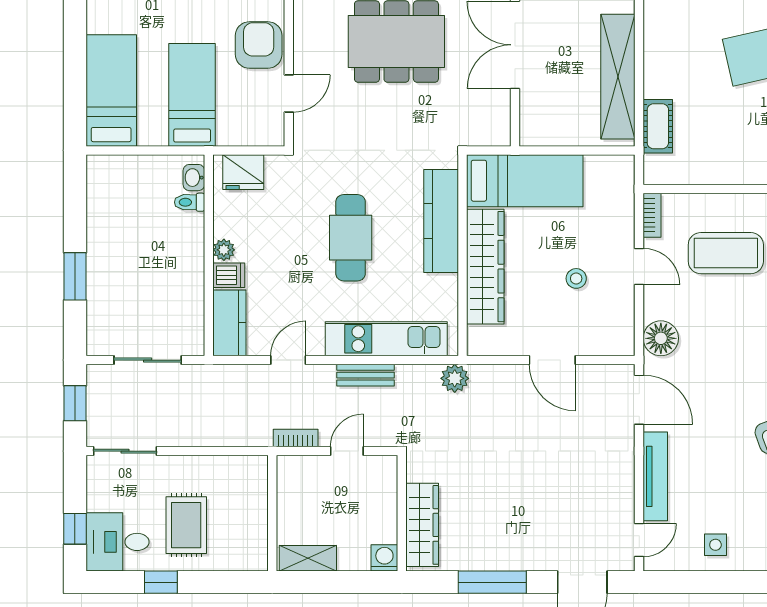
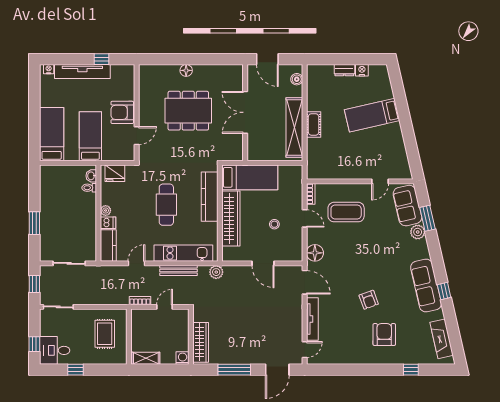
armchair: (259, 45) -> (122, 112), turned -90
cot: (658, 126) -> (314, 124), moved
bench: (366, 375) -> (178, 271), width x1.36
rug: (186, 525) -> (105, 334), moved
side table: (715, 545) -> (341, 352), removed

